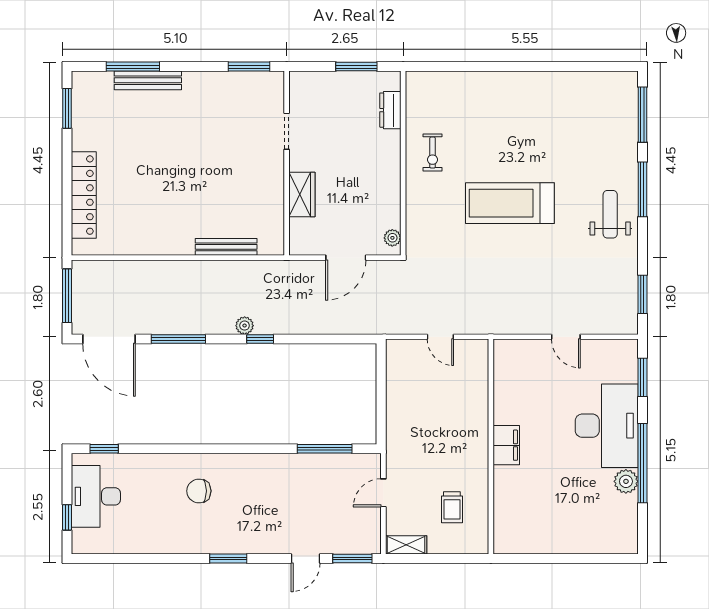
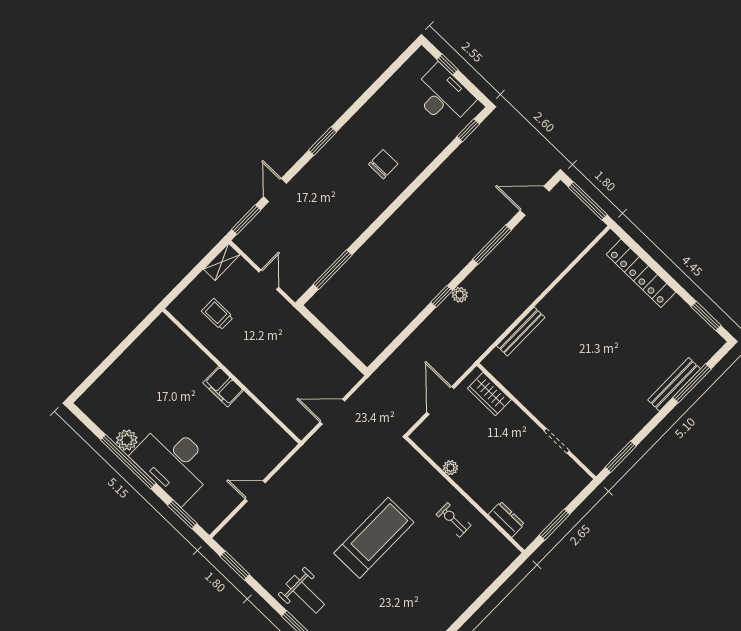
wardrobe: (302, 194) -> (489, 394), moved
plant: (392, 238) -> (450, 468), moved
door: (440, 337) -> (332, 412), width x1.38
door: (109, 339) -> (535, 201), width x0.73

